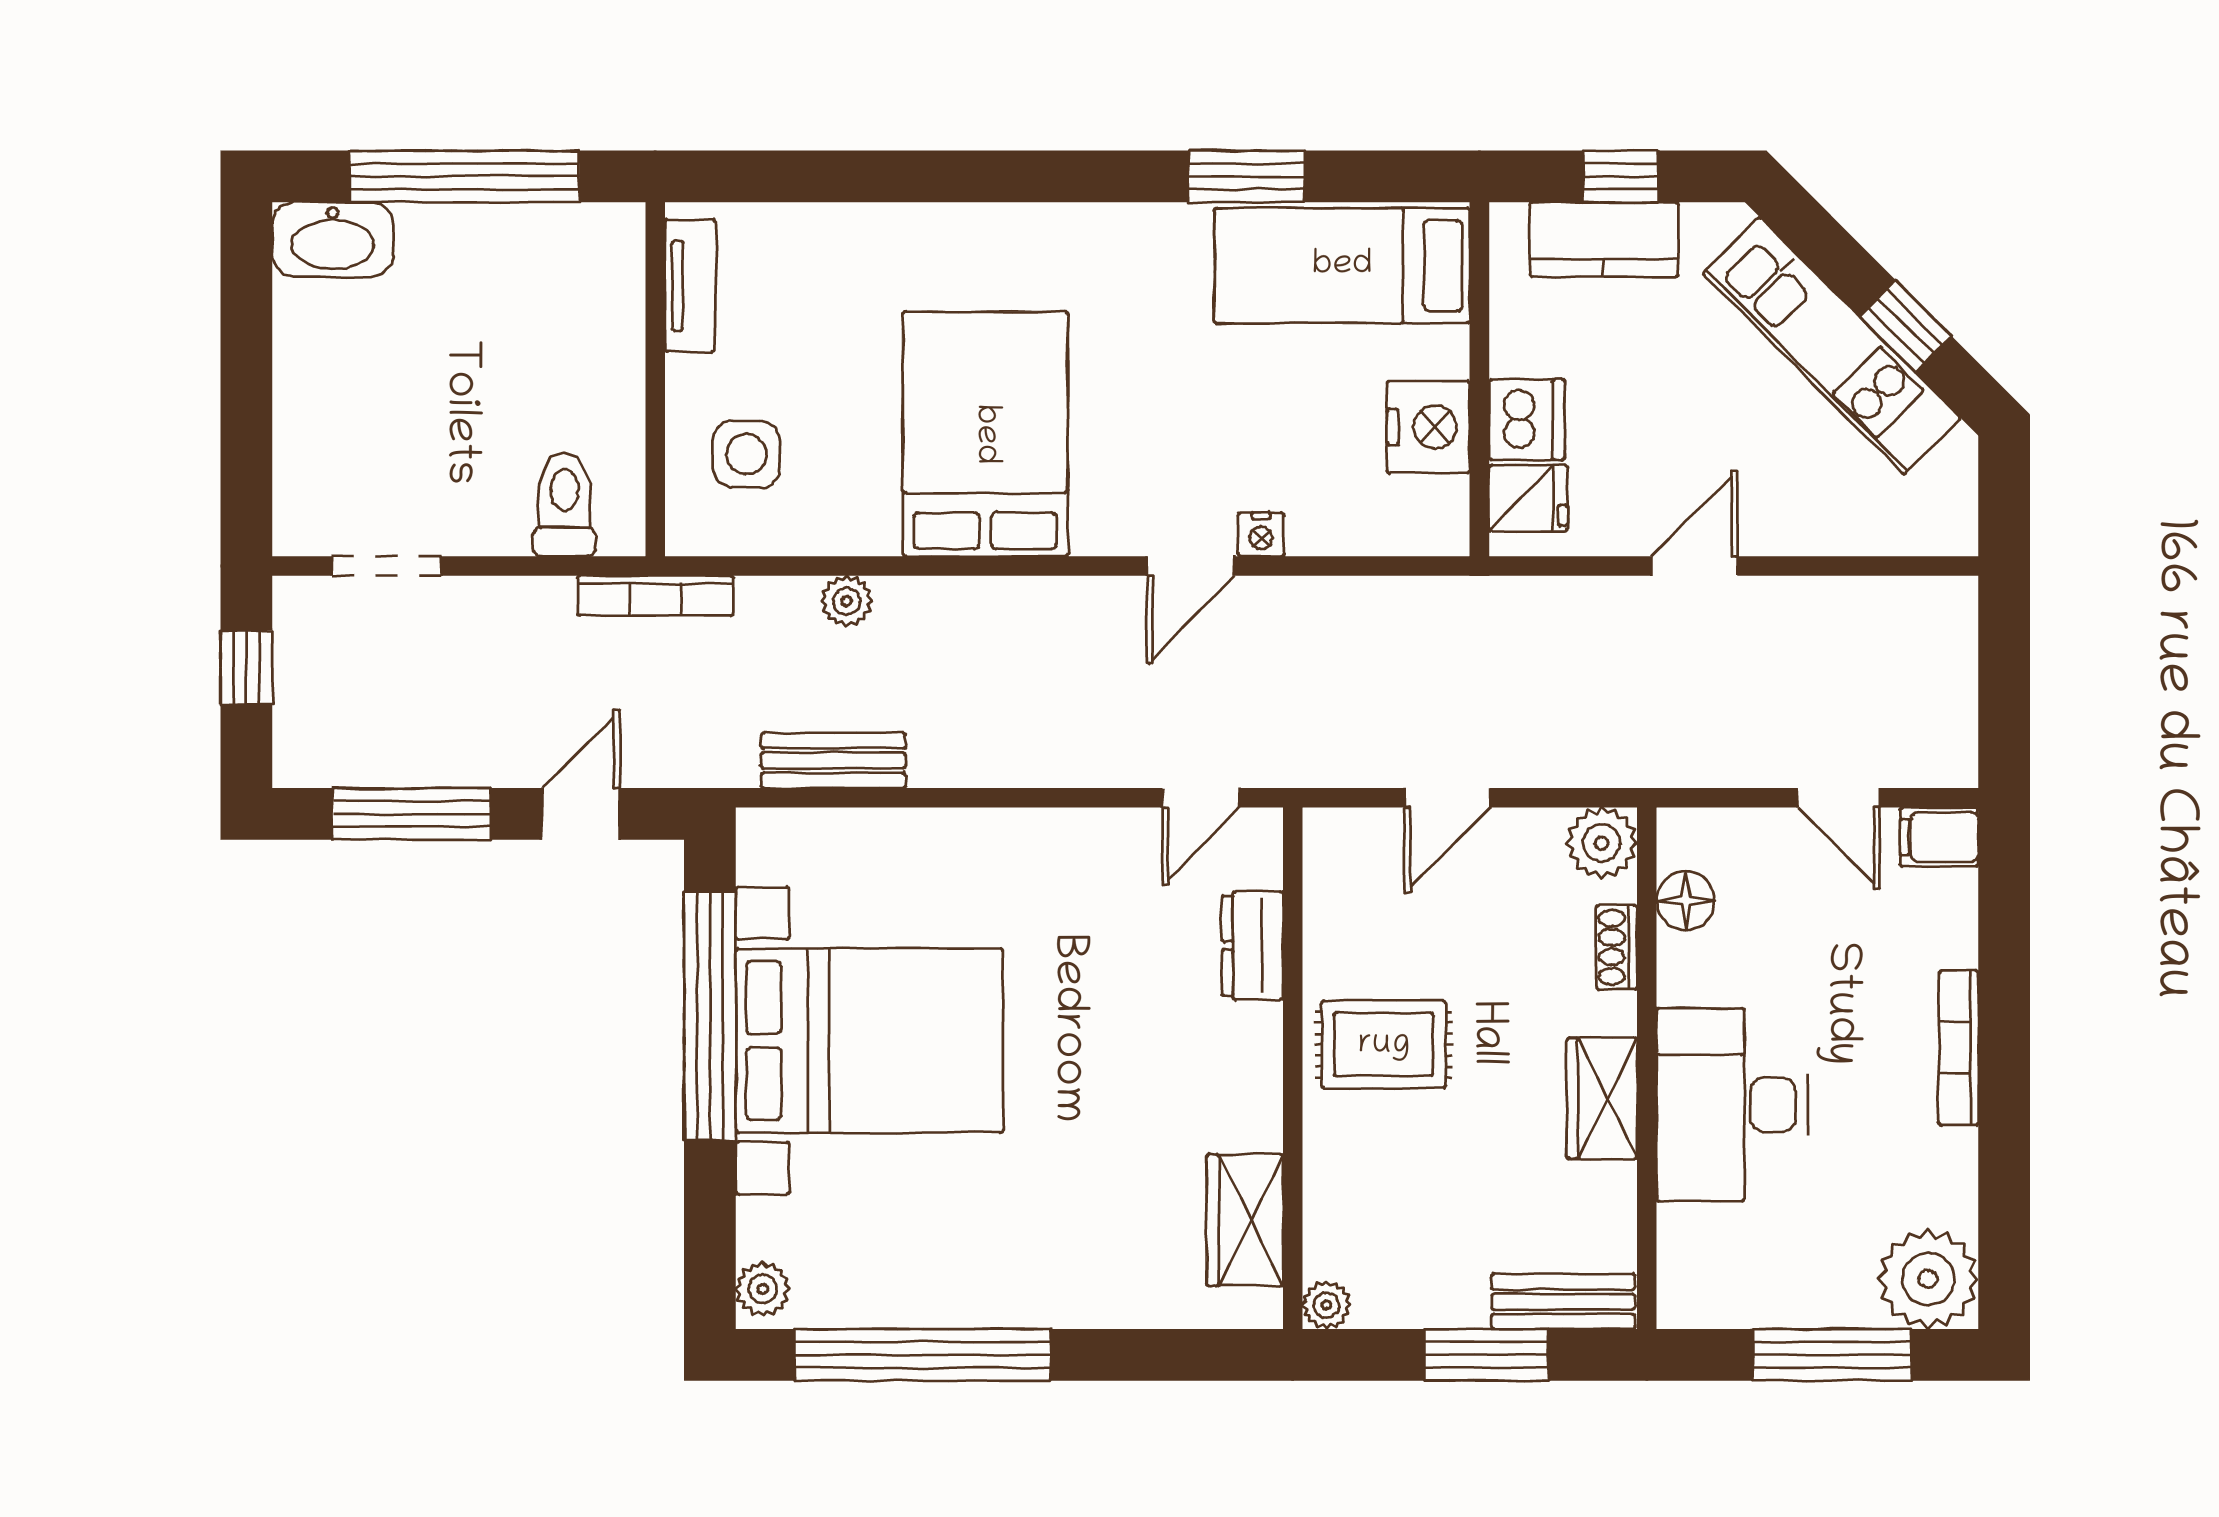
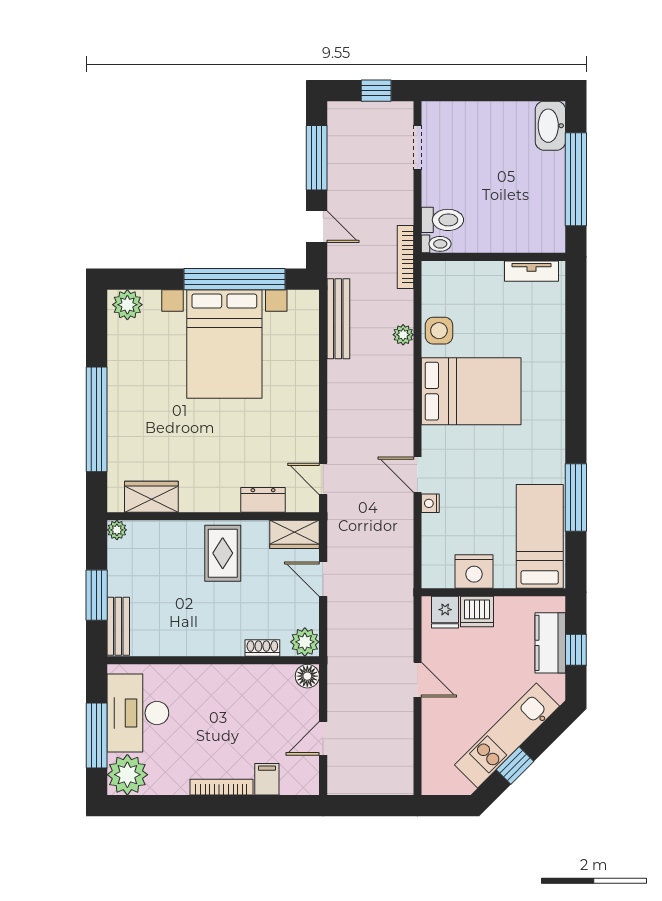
window: (1247, 176) -> (576, 497), width x1.44
side table: (746, 454) -> (439, 331), moved
toilet: (623, 520) -> (436, 244), added
bench: (833, 761) -> (338, 319), width x1.36
filing cabinet: (1939, 837) -> (267, 779), moved
floor lamp: (1686, 901) -> (307, 676), moved
wardrobe: (1602, 1098) -> (295, 534), moved, turned 180
desk: (1732, 1105) -> (138, 713), moved, turned -90
plant: (763, 1289) -> (127, 305), width x1.38, depth x1.38
window: (923, 1355) -> (97, 419), moved

